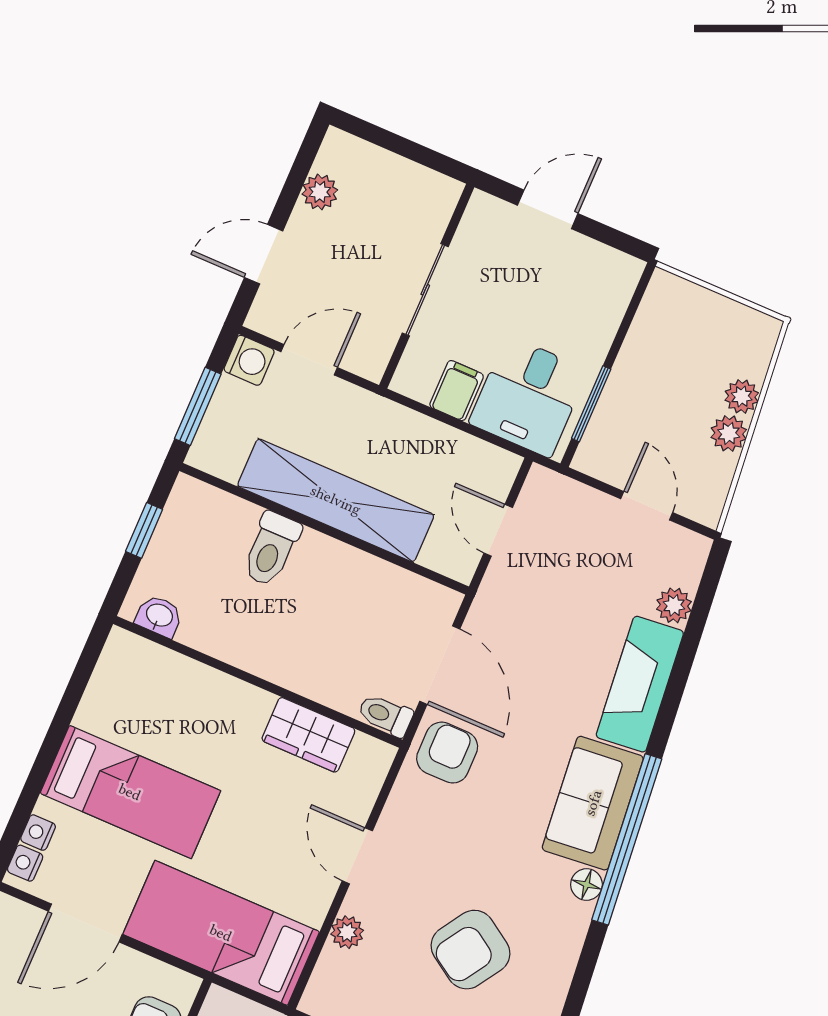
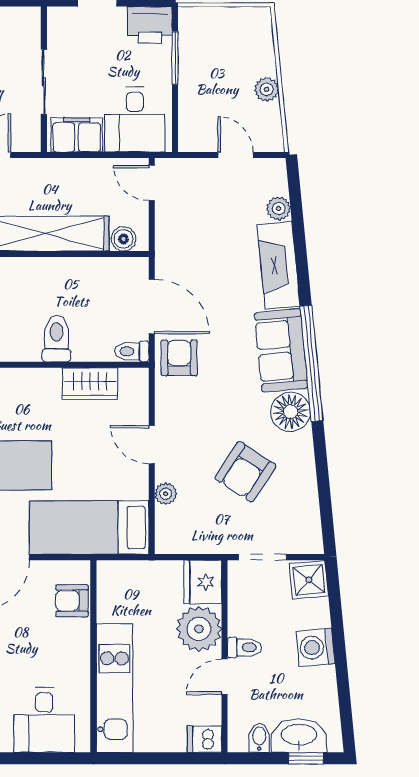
printer: (606, 274) -> (150, 25), added
filing cabinet: (457, 391) -> (77, 135), width x2.00
plant: (742, 396) -> (265, 63), removed
window: (591, 404) -> (175, 58), moved
door: (498, 530) -> (152, 183), moved
toilet: (271, 549) -> (56, 338), moved, turned 180
boiler: (441, 555) -> (123, 239), added
floor lamp: (586, 884) -> (291, 412), width x1.89, depth x1.89

